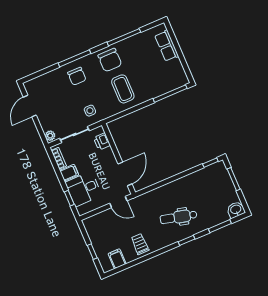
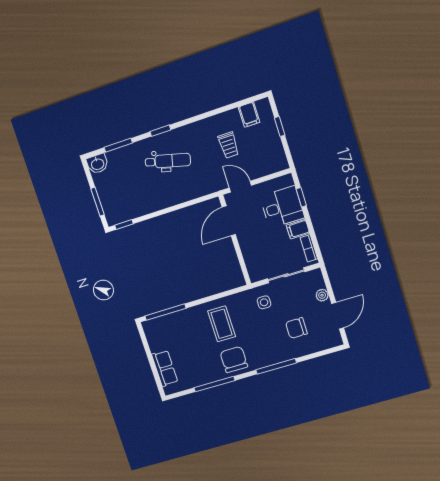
chair: (77, 76) -> (296, 328), moved, turned -90
plant: (50, 136) -> (322, 295), moved
printer: (102, 141) -> (253, 263), removed
trolley: (140, 244) -> (229, 145), moved

